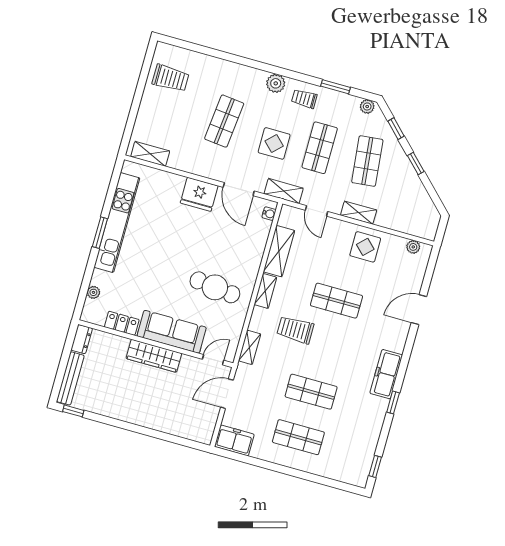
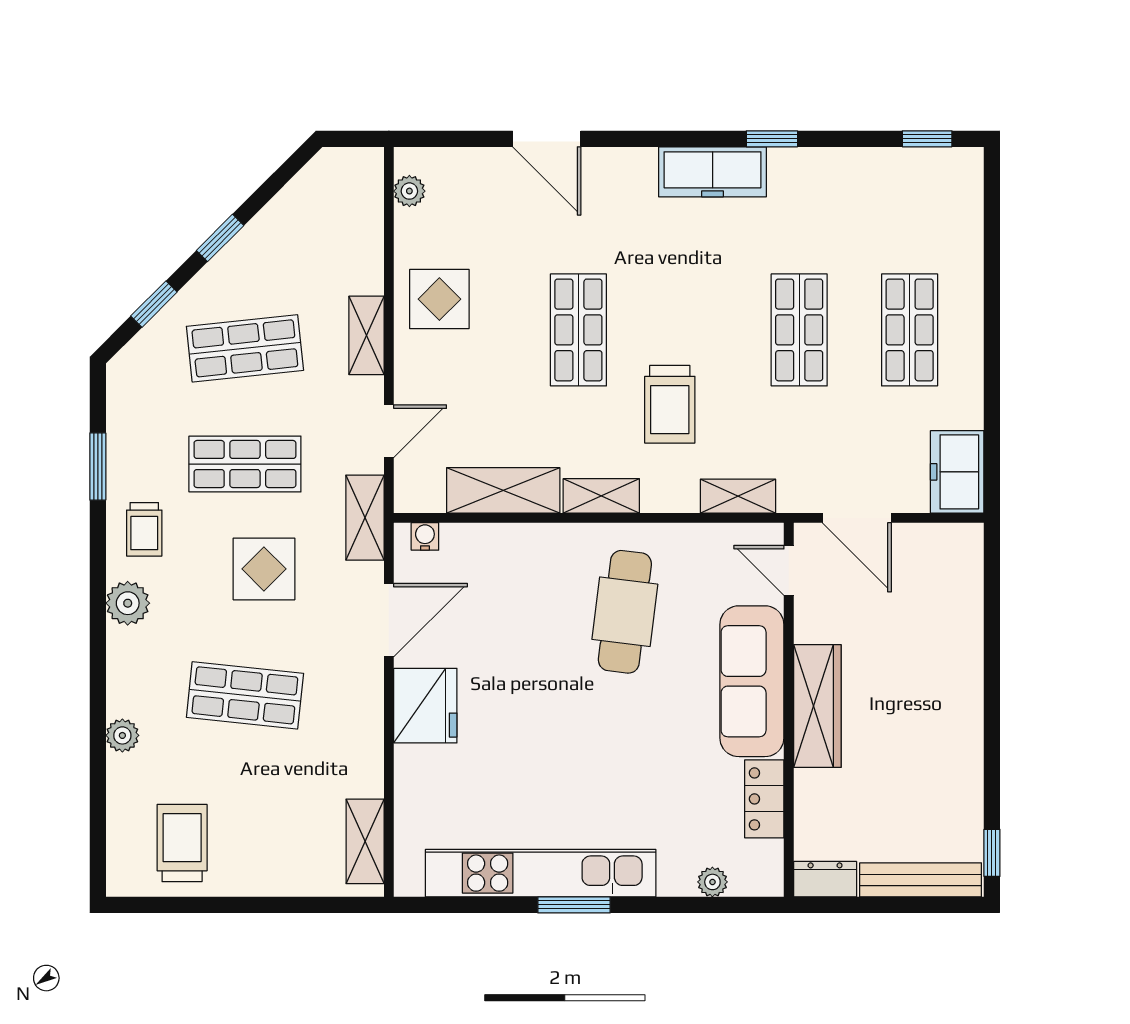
plant: (367, 107) -> (122, 735), moved

